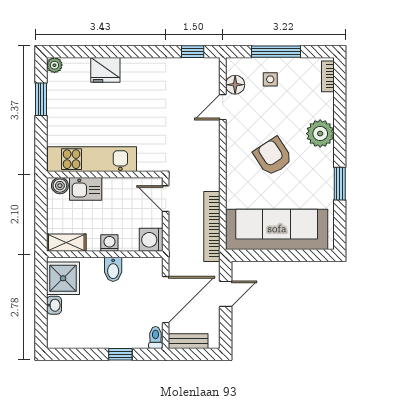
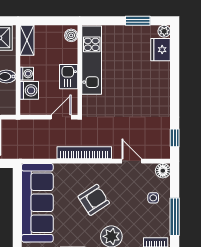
window: (276, 52) -> (175, 217), moved
fridge: (105, 70) -> (161, 50), moved
floor lamp: (235, 85) -> (163, 171), moved
kitchen sink: (86, 189) -> (69, 77), moved
bookcase: (212, 227) -> (84, 153), moved
washing machine: (151, 240) -> (29, 90), moved, turned 90

